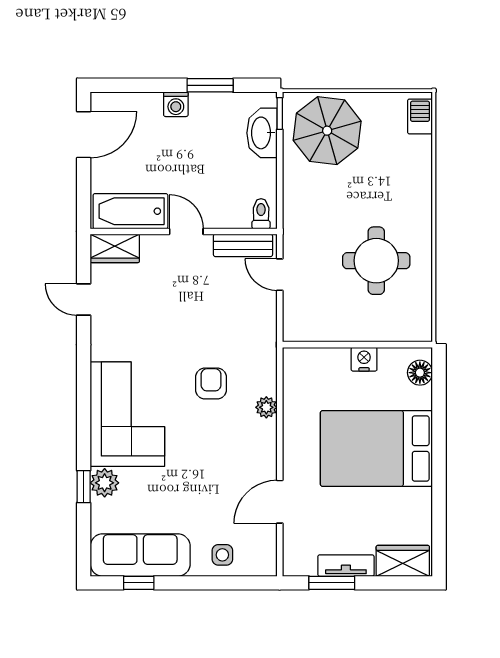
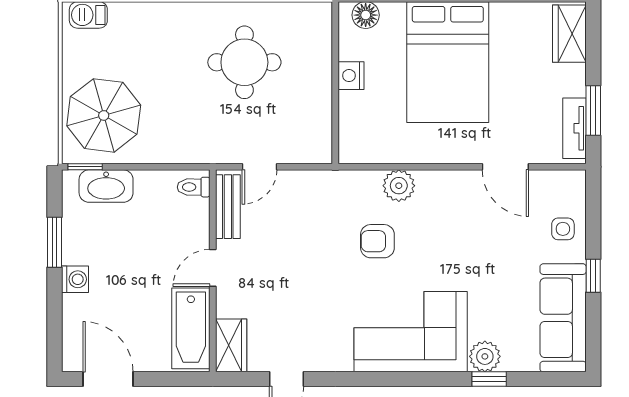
plant: (266, 407) -> (399, 186), width x1.38, depth x1.38
tv unit: (346, 566) -> (574, 128), moved
window: (139, 583) -> (593, 276), moved

